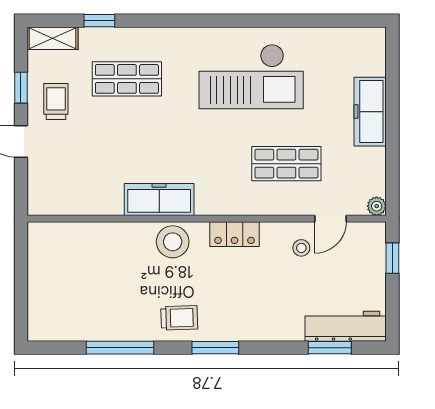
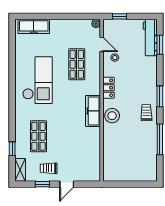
freezer: (370, 112) -> (34, 26), moved
freezer: (159, 200) -> (93, 111), moved

